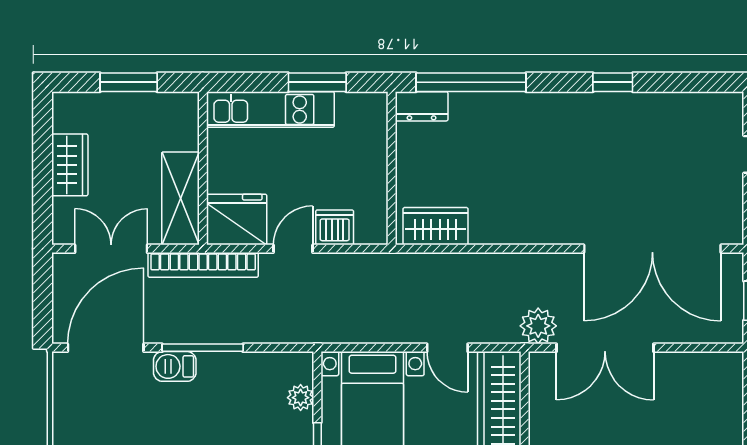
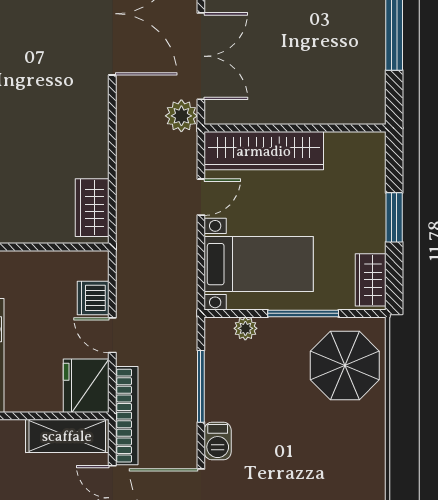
window: (203, 348) -> (201, 386), moved

